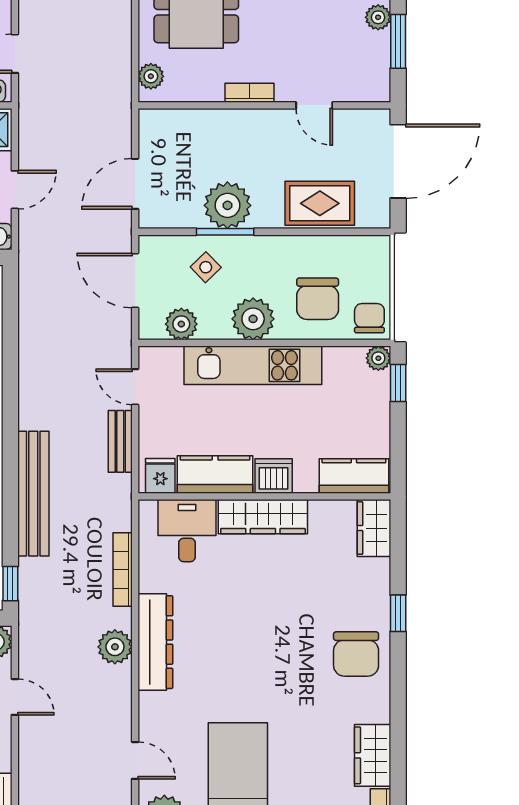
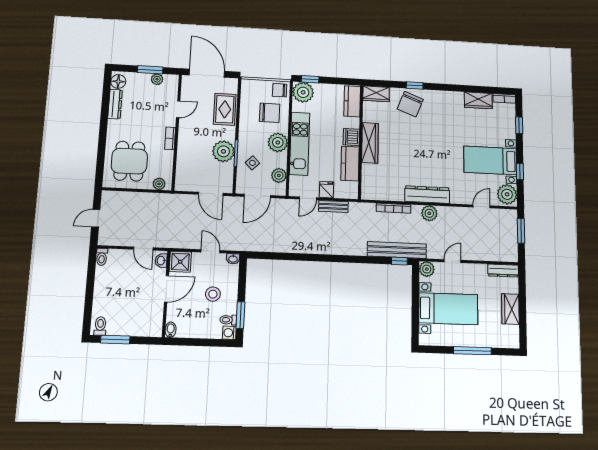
plant: (378, 17) -> (157, 79), moved
plant: (378, 358) -> (303, 92), width x1.87, depth x1.87
fridge: (160, 476) -> (326, 190), moved, turned 90
bench: (33, 494) -> (397, 250), moved
desk: (187, 531) -> (376, 178), removed
chair: (356, 654) -> (410, 104), moved, turned 111

